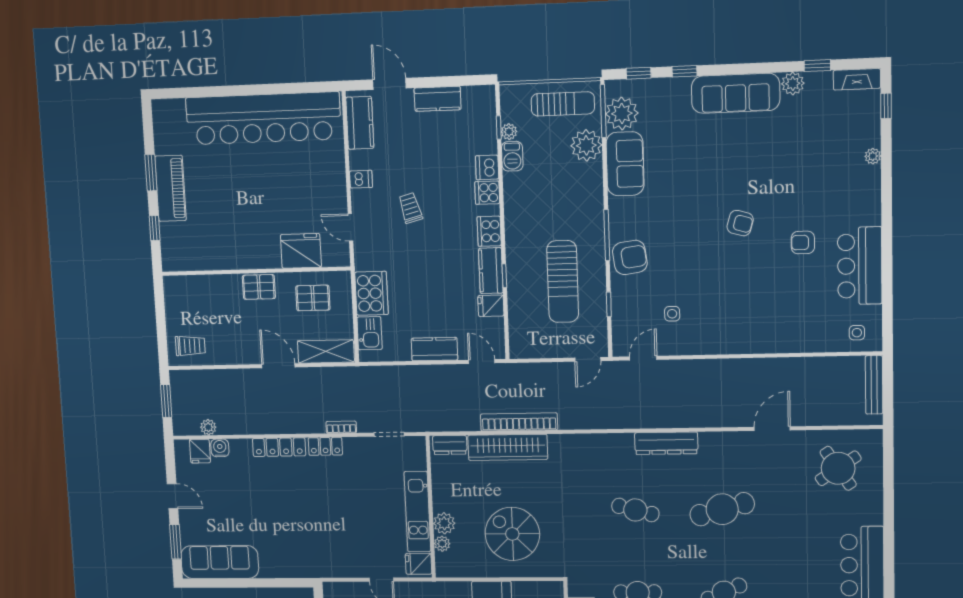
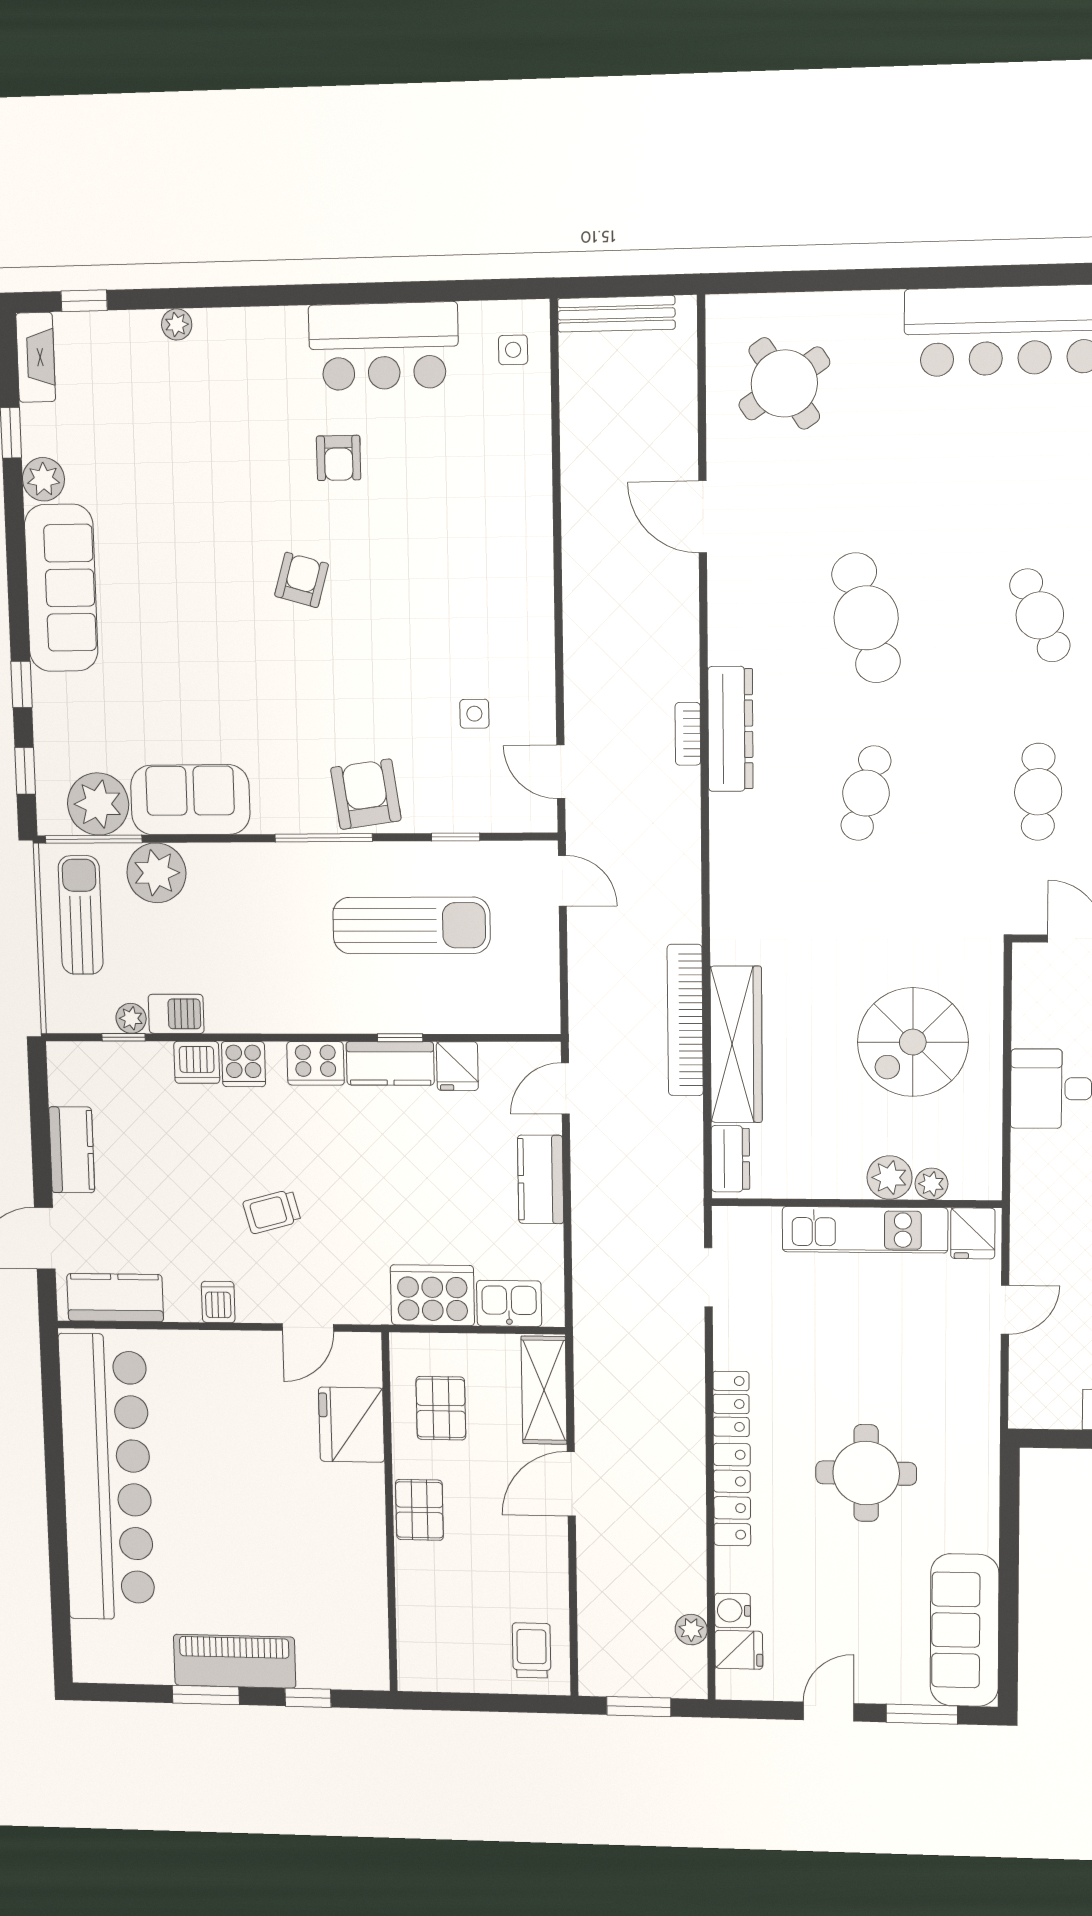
bookcase: (341, 427) -> (688, 734), moved
round table: (295, 513) -> (866, 1473), added

